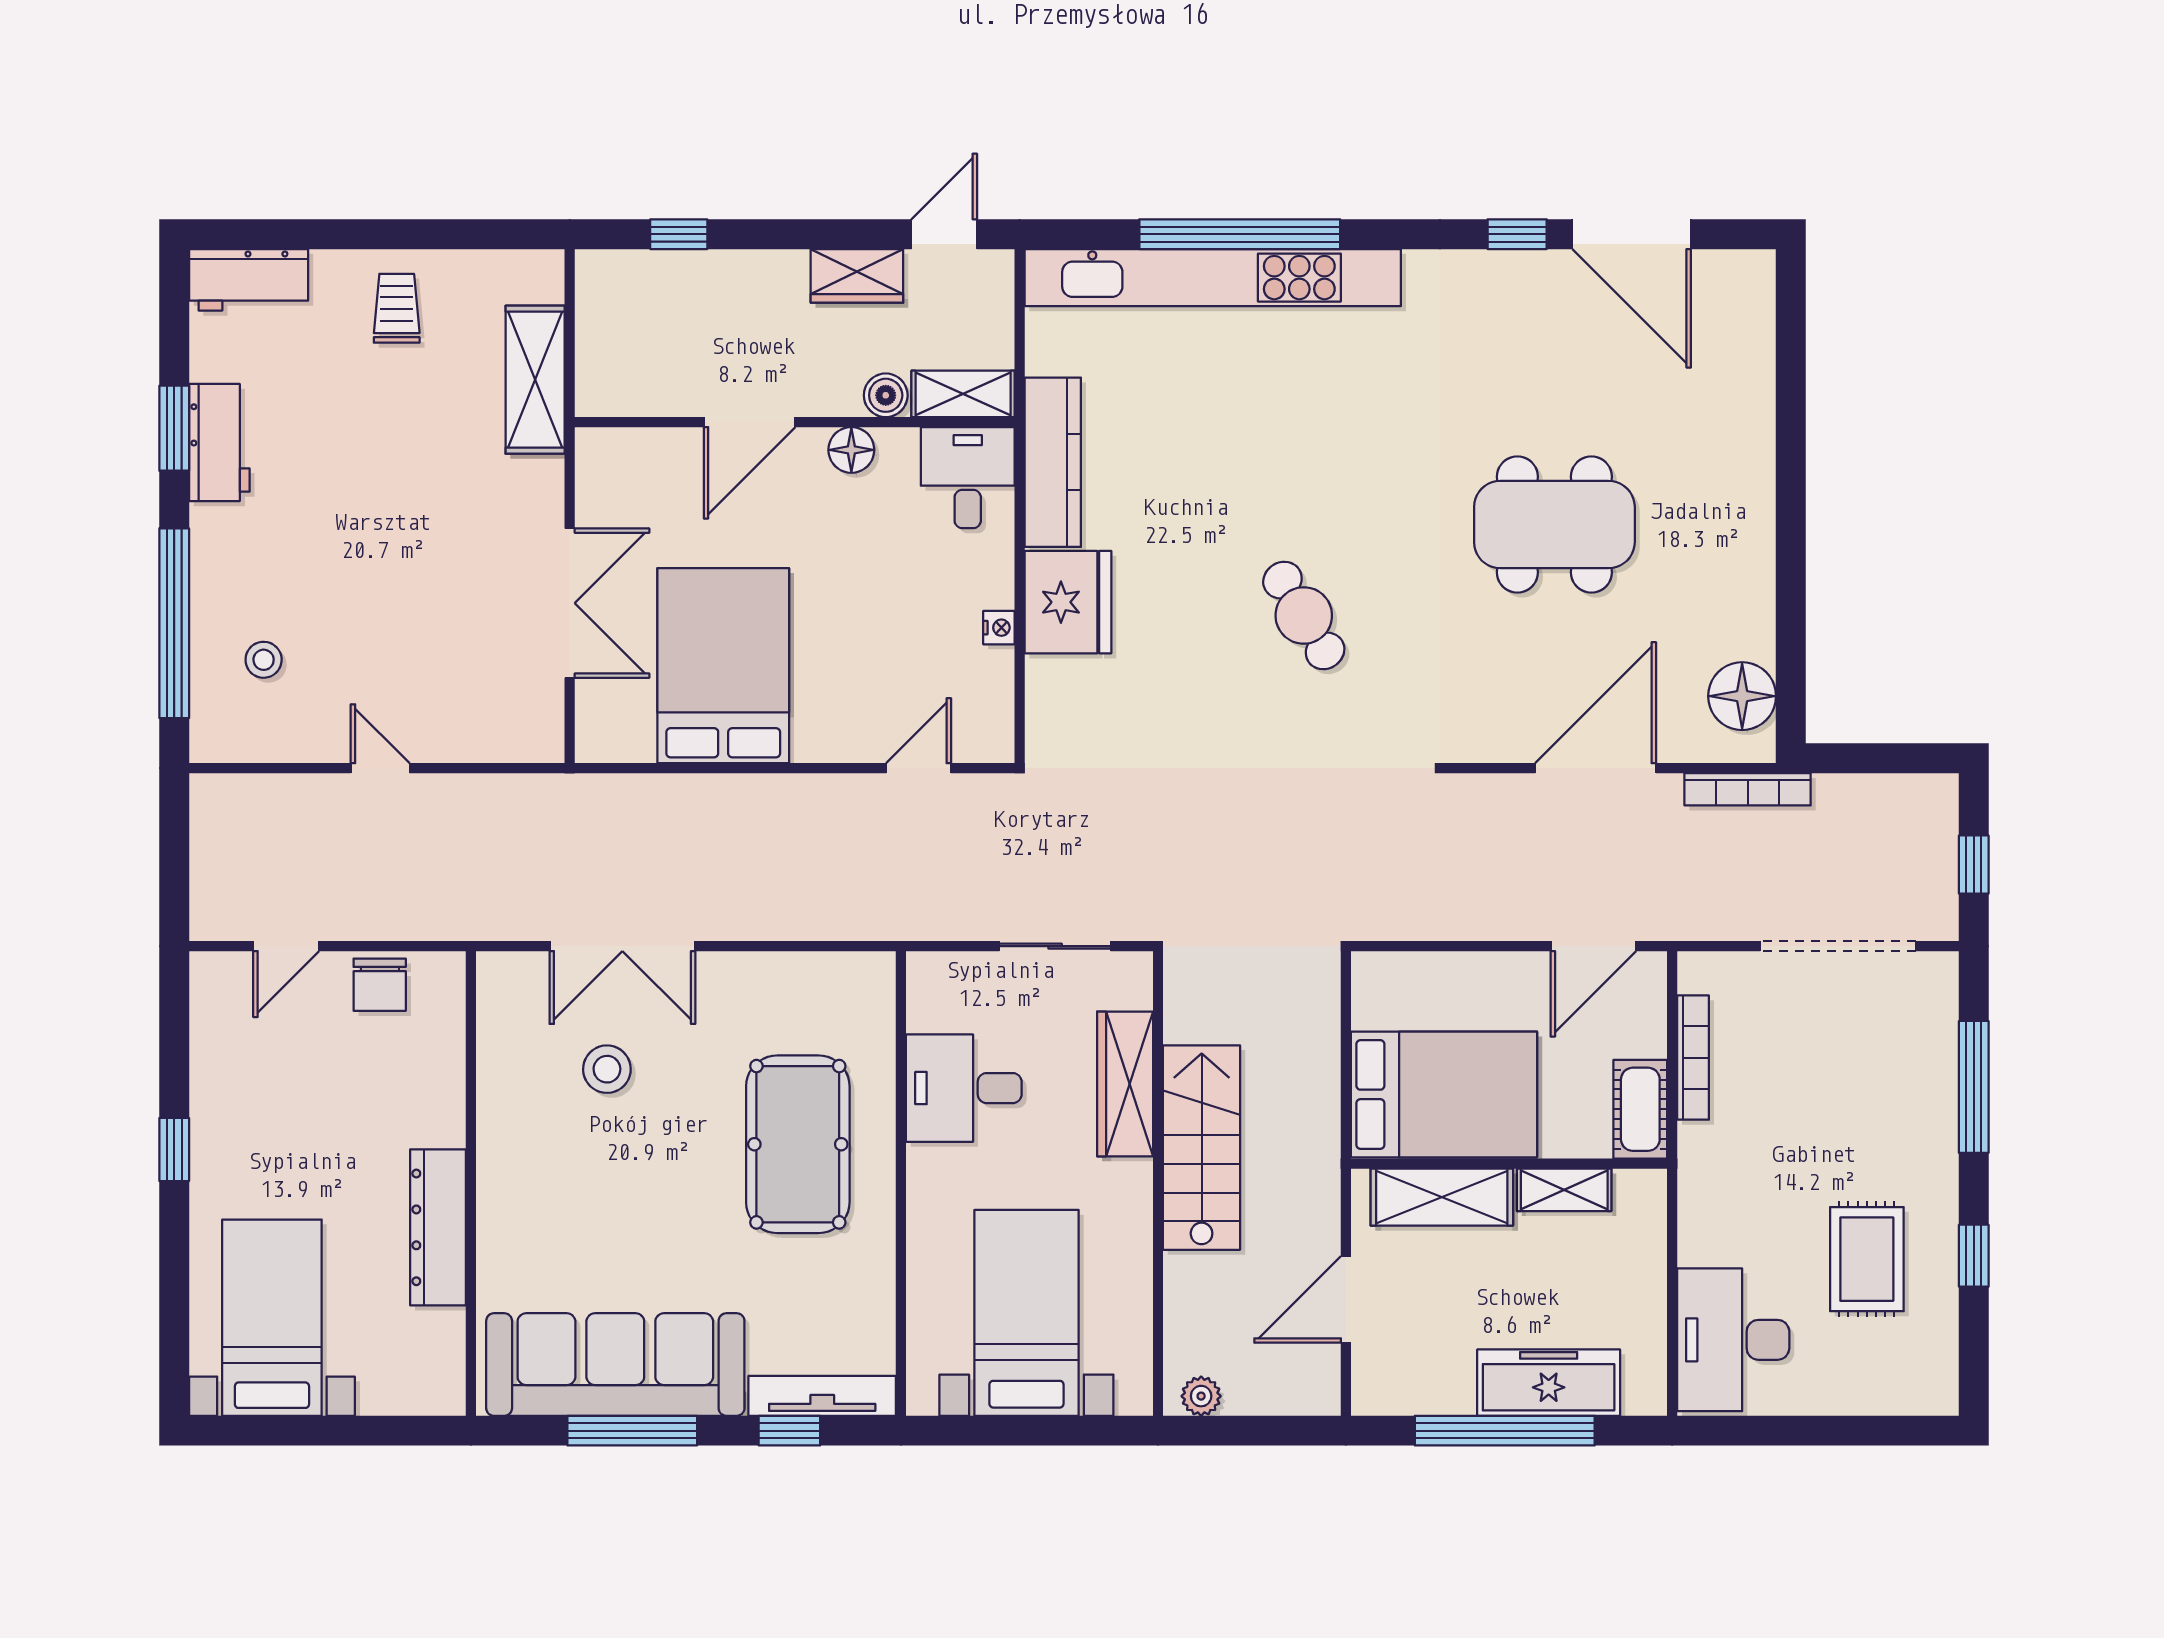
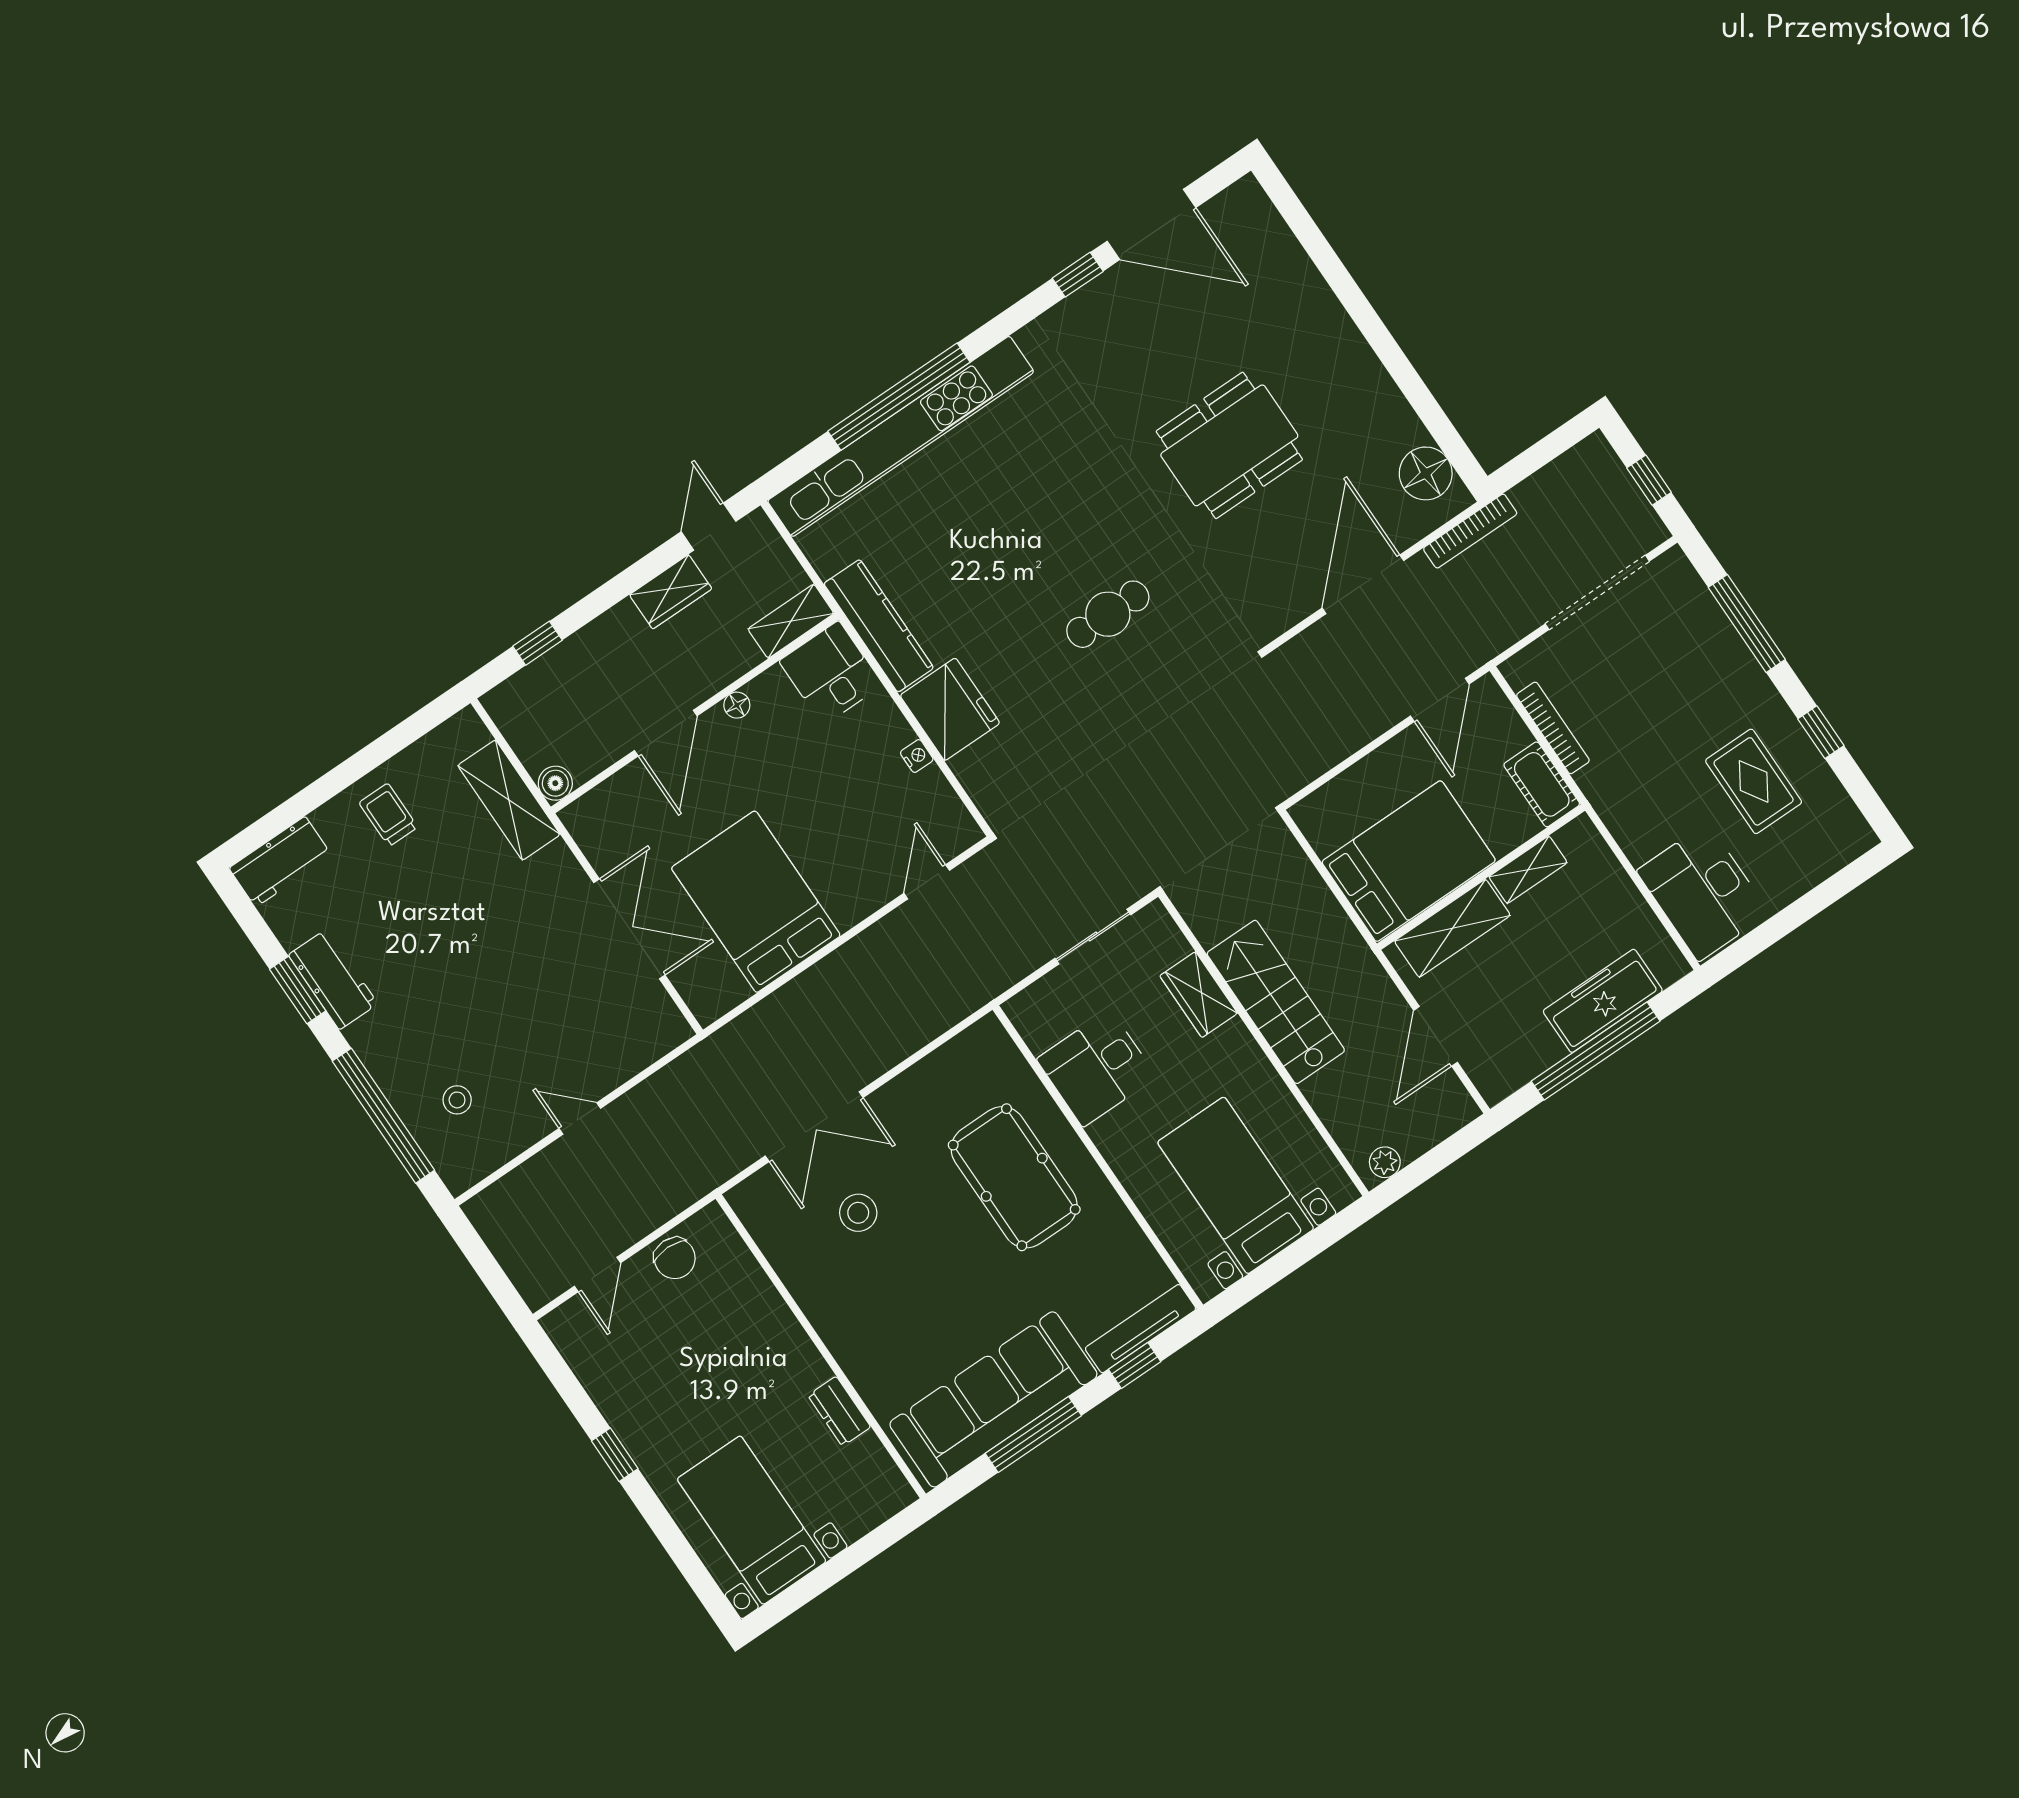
boiler: (886, 395) -> (555, 783), moved
floor lamp: (851, 450) -> (737, 705), width x0.73, depth x0.73
cafe table: (1304, 615) -> (1108, 614), turned -59
wardrobe: (1125, 1084) -> (1199, 995), width x0.67
dresser: (438, 1227) -> (839, 1411), width x0.51, depth x0.80

